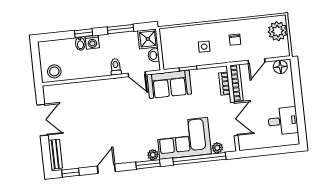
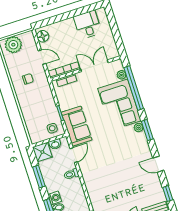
side table: (204, 47) -> (52, 128), moved

